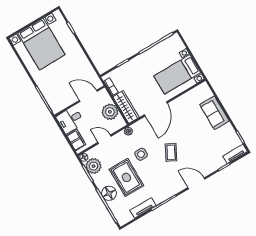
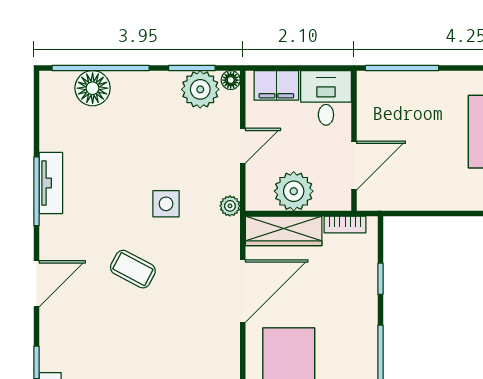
door: (156, 109) -> (243, 291), swing flipped
rug: (126, 177) -> (135, 144), removed
floor lamp: (109, 193) -> (93, 88), moved
tv unit: (143, 208) -> (51, 183), moved

